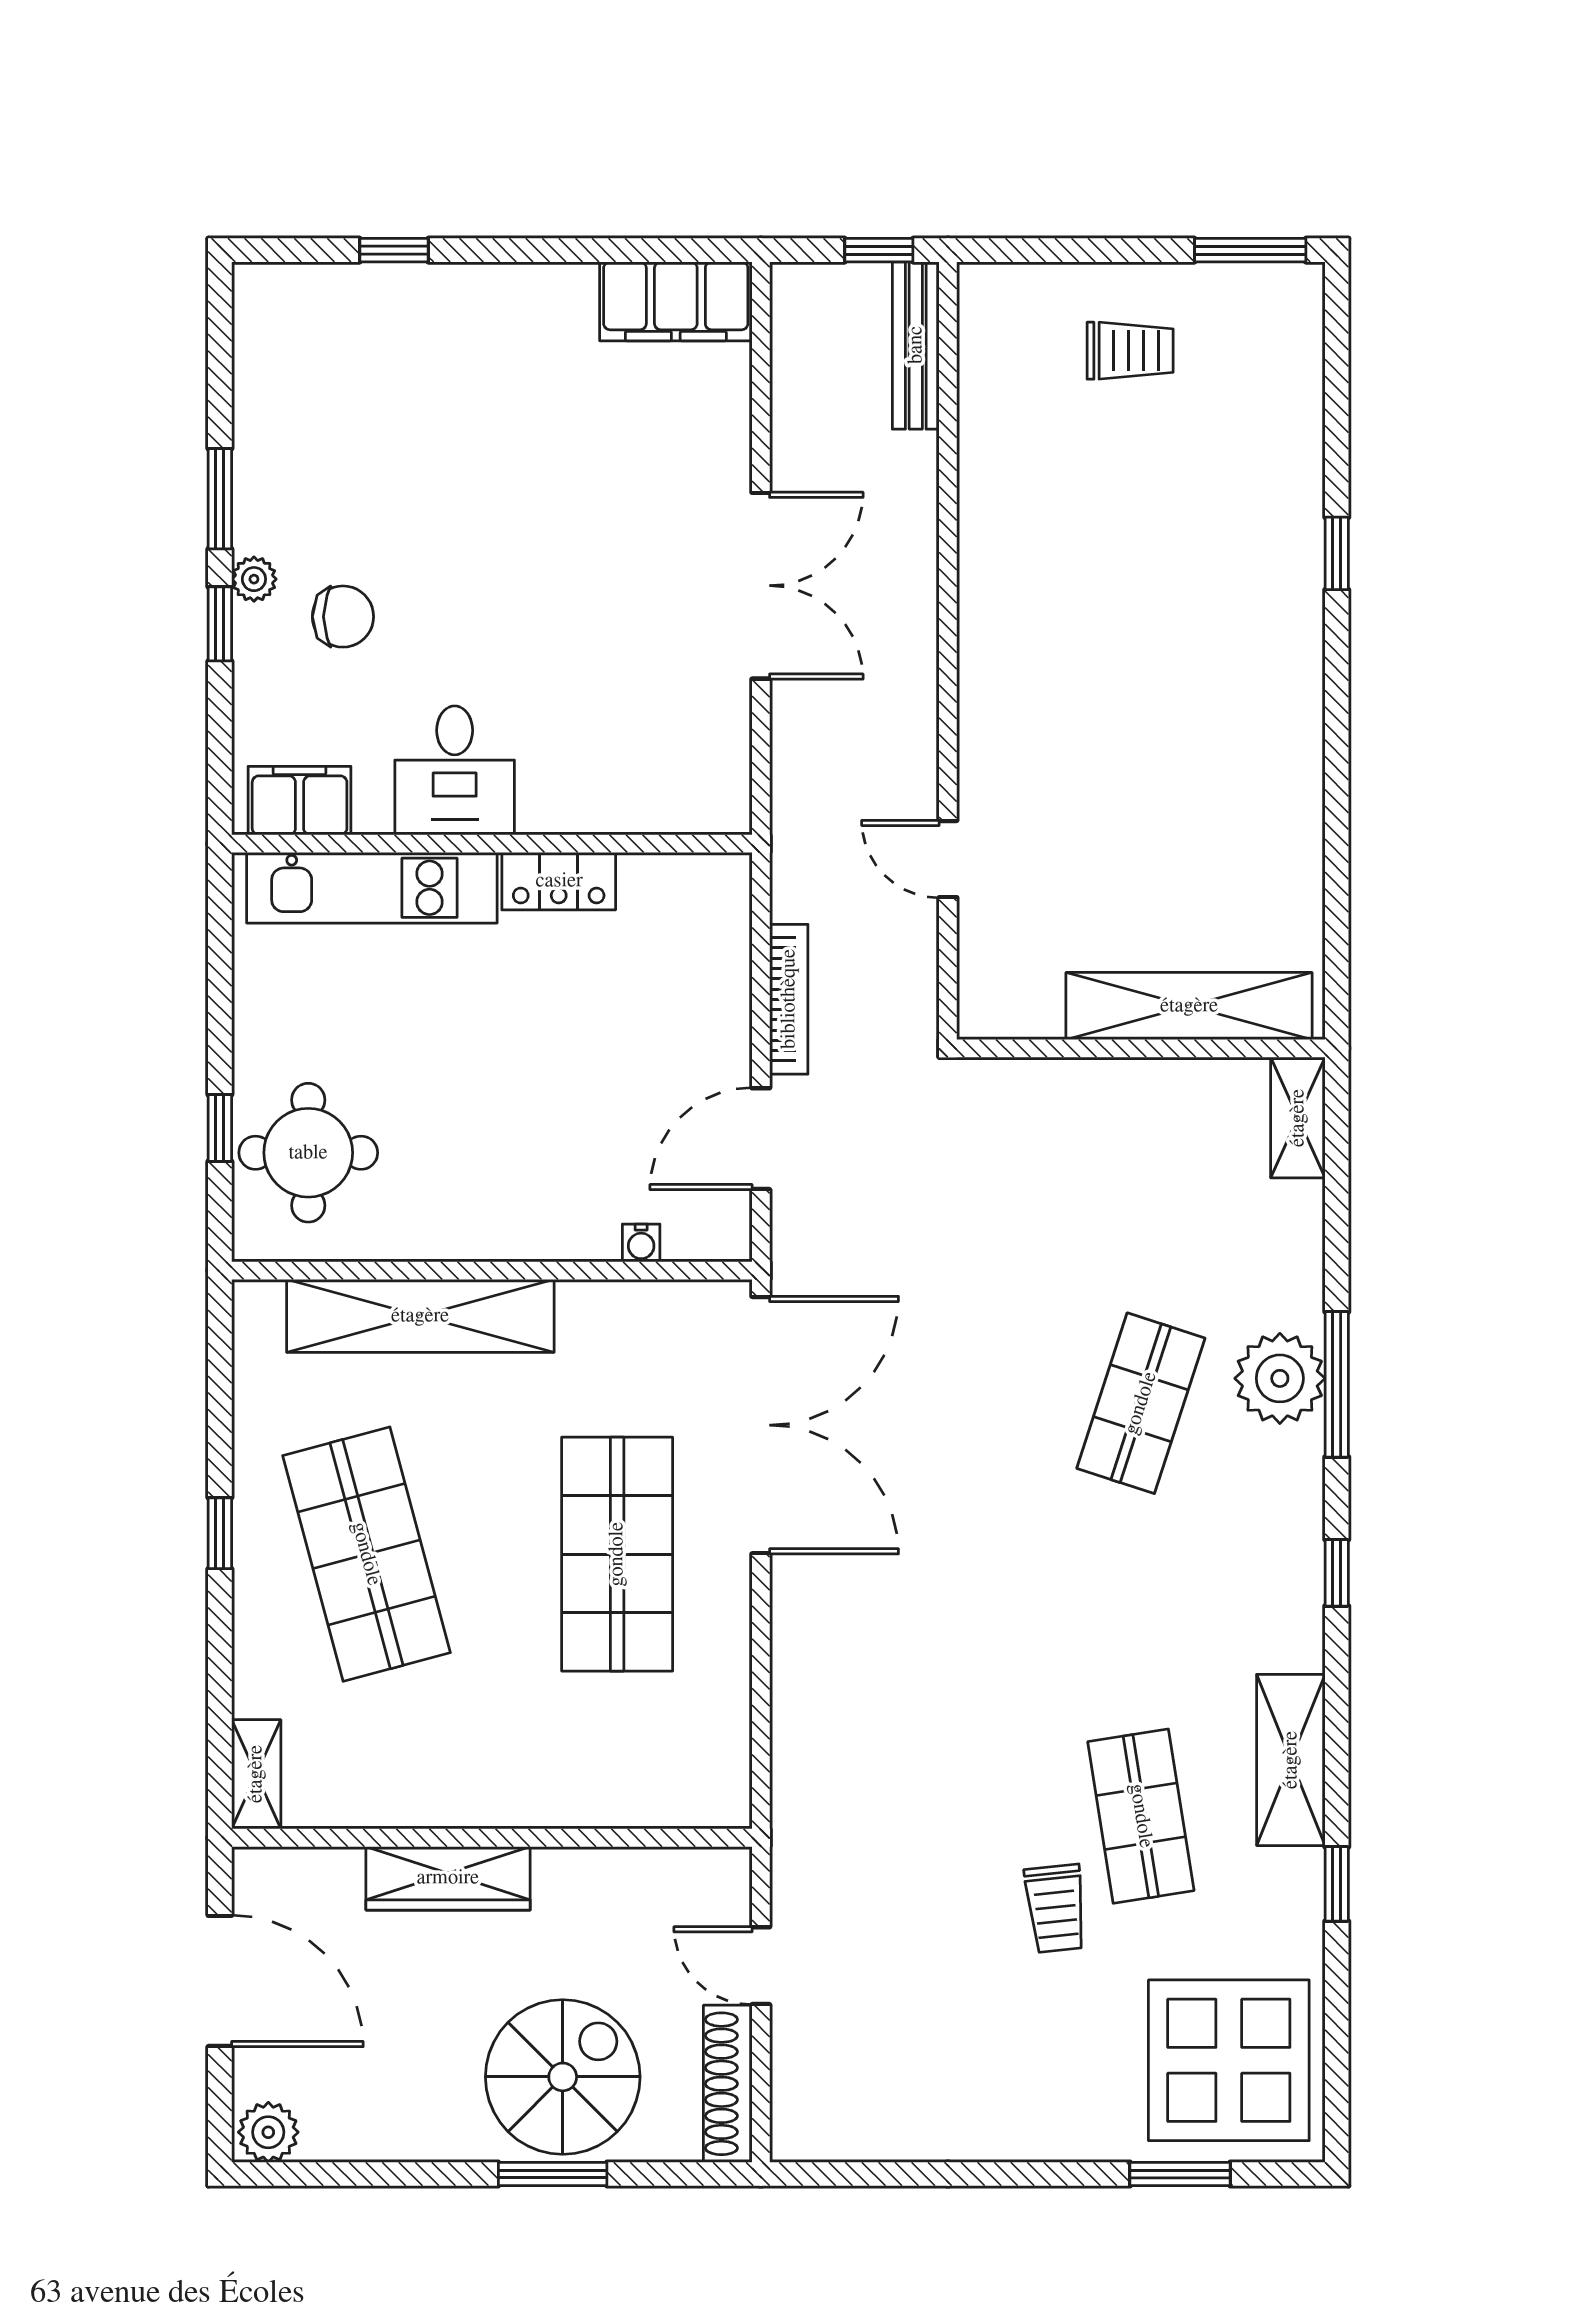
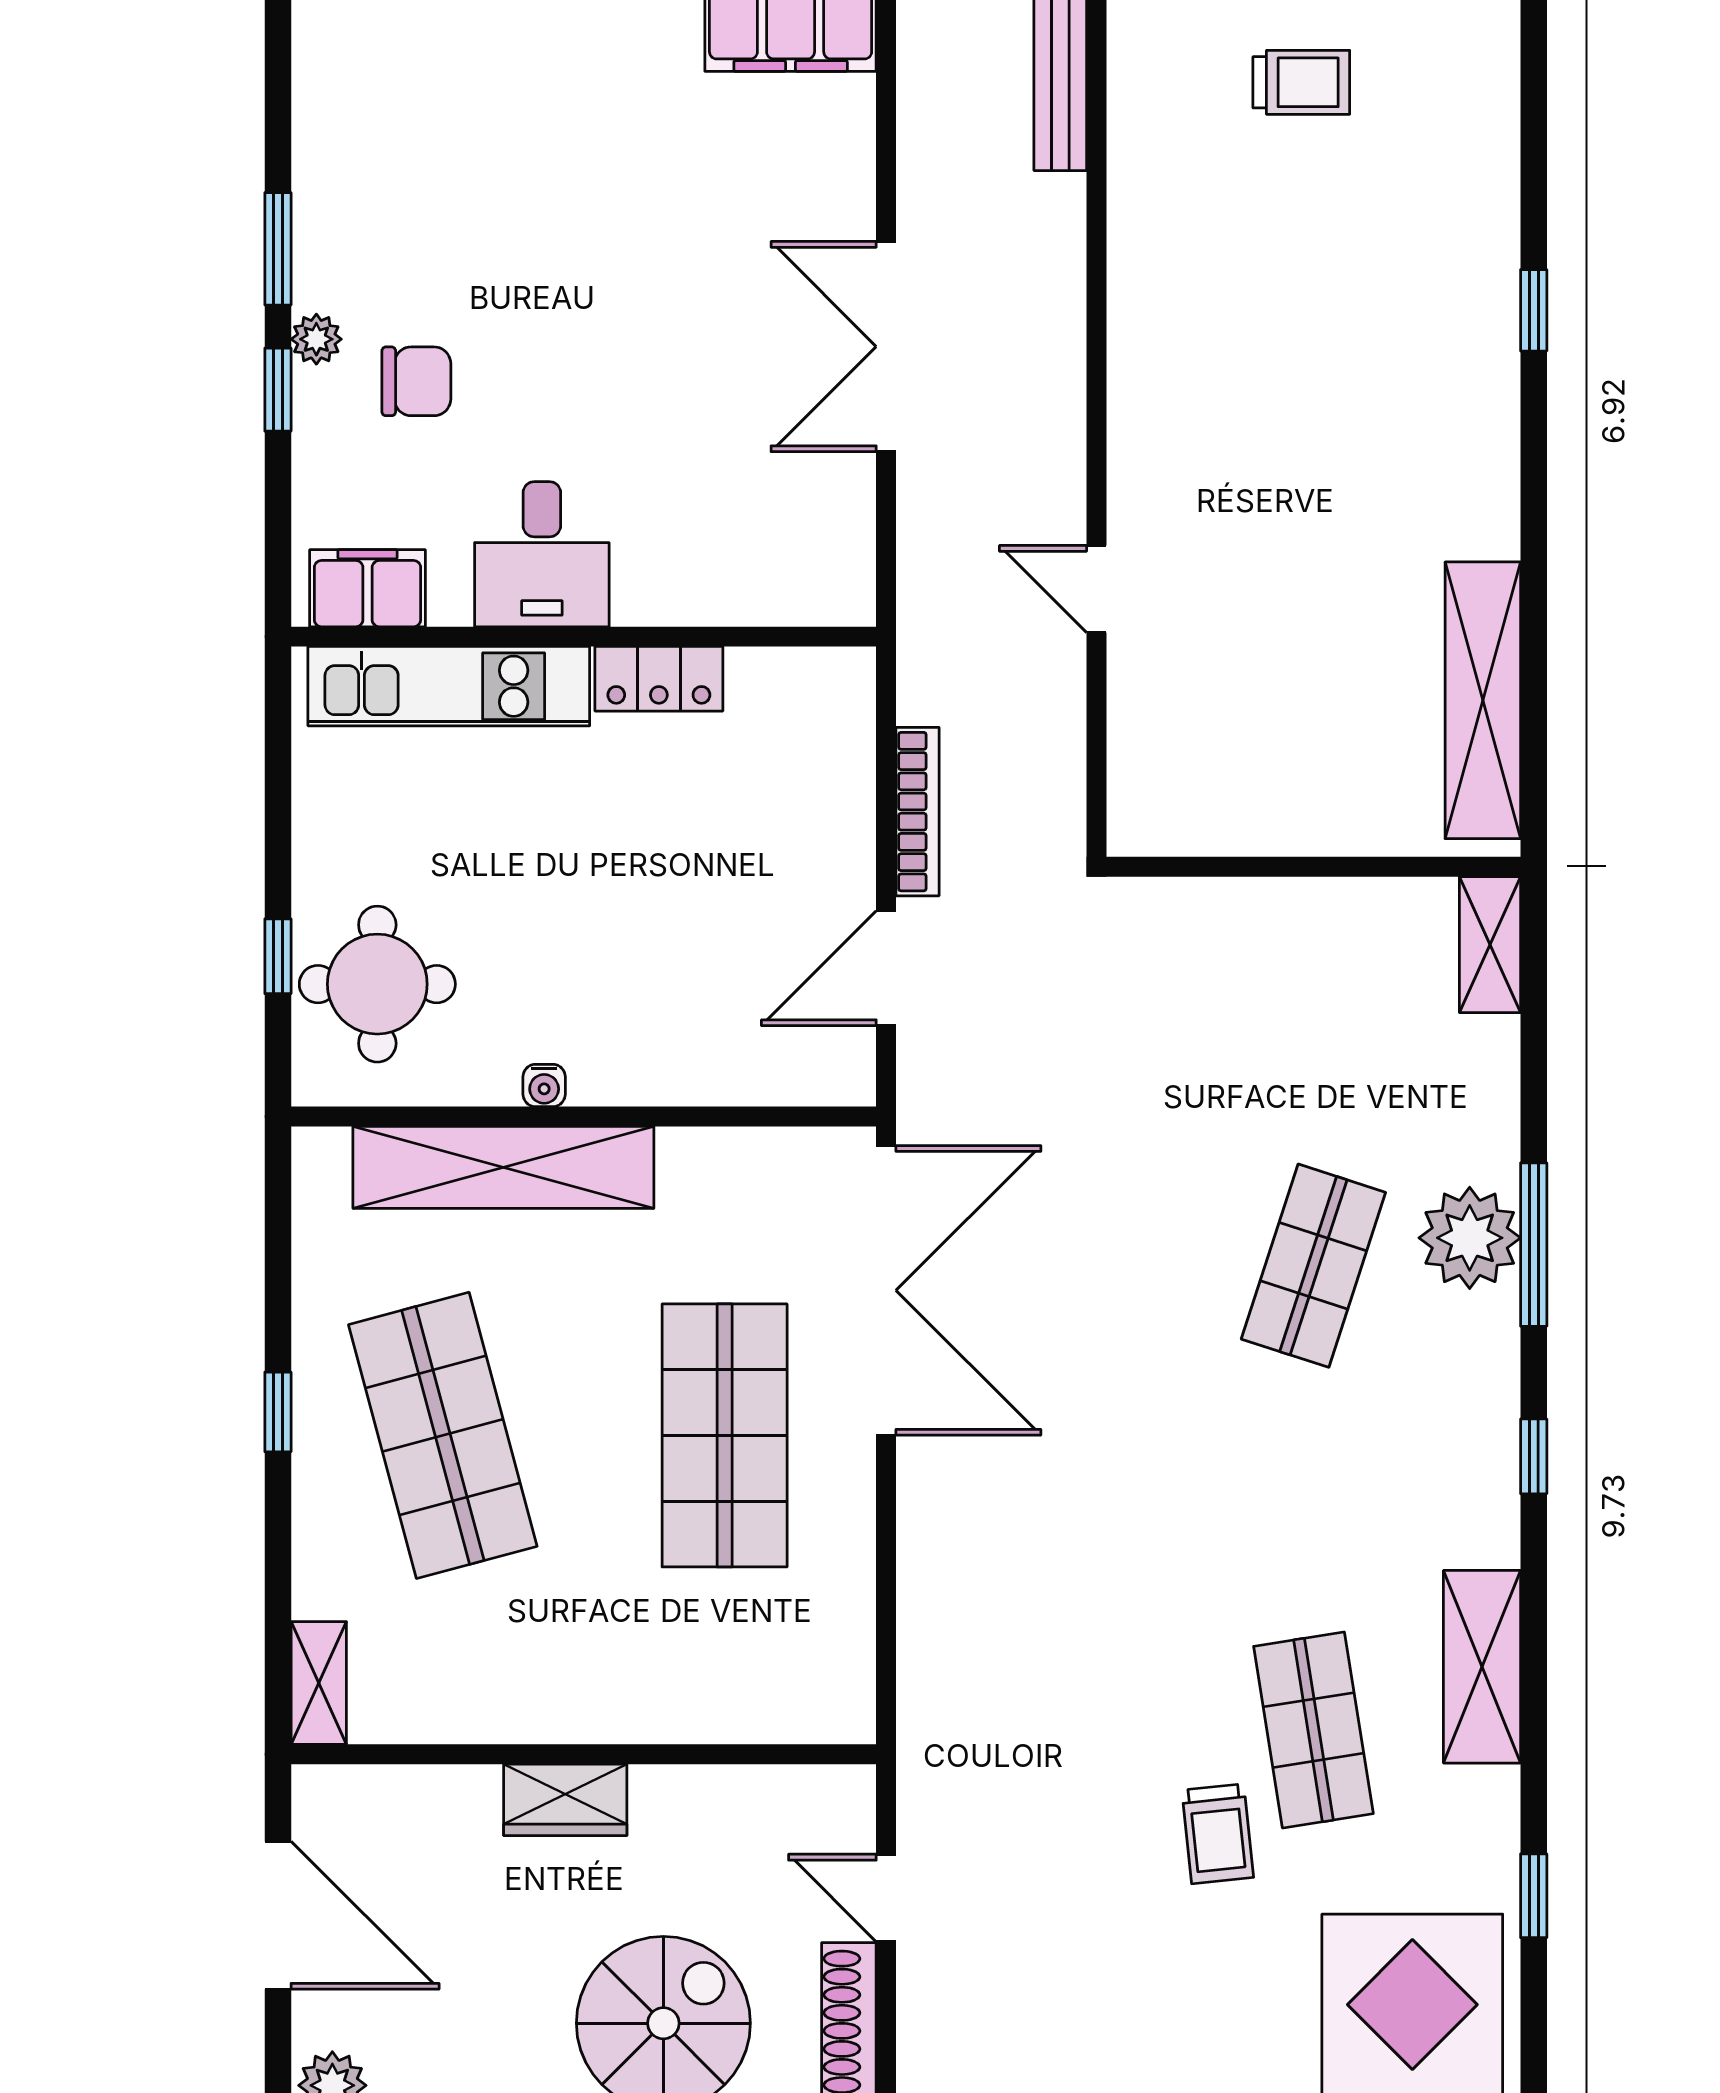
double door: (761, 586) -> (886, 347), swing flipped
door: (948, 859) -> (1096, 589), moved
shelving: (1189, 1006) -> (1483, 700), moved, turned 90
water cooler: (641, 1243) -> (544, 1085), moved
wardrobe: (448, 1878) -> (565, 1800), width x0.67
window: (1337, 1884) -> (1534, 1896), moved

